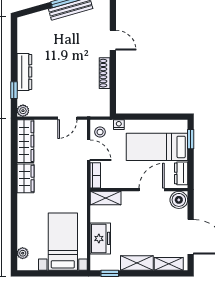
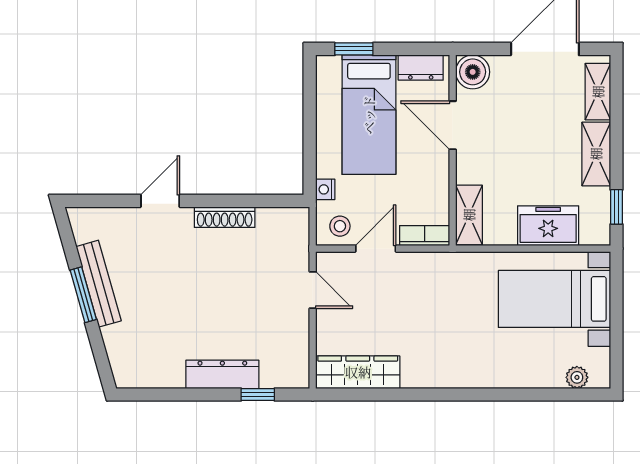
plant: (23, 111) -> (298, 377), removed
wardrobe: (25, 178) -> (431, 372), removed

